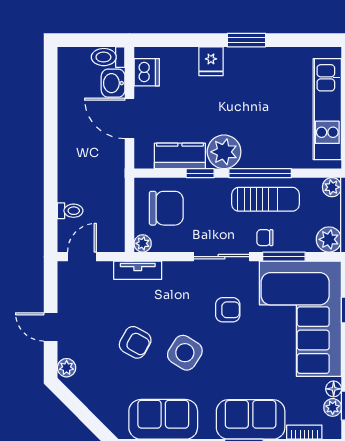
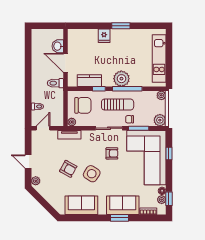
toilet: (108, 57) -> (55, 83), moved
dishwasher: (147, 72) -> (74, 41), removed
plant: (224, 152) -> (121, 79), moved
sun lounger: (265, 199) -> (118, 105), moved

